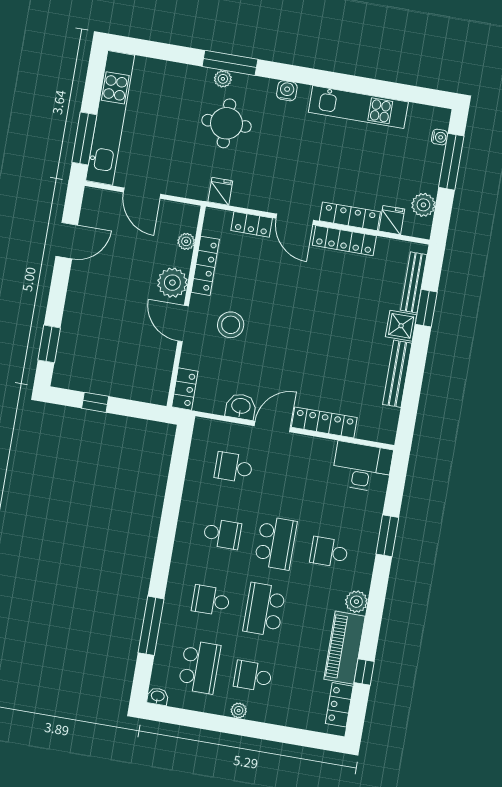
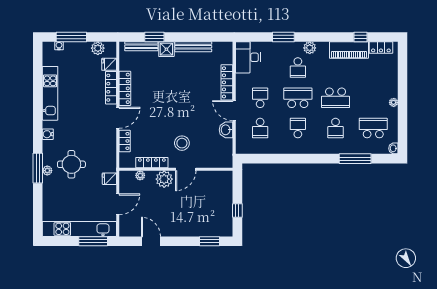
fridge: (220, 191) -> (109, 179), moved
locker: (185, 389) -> (222, 162), removed
plant: (356, 602) -> (310, 48), moved
school desk: (253, 676) -> (260, 98), moved, turned 180

